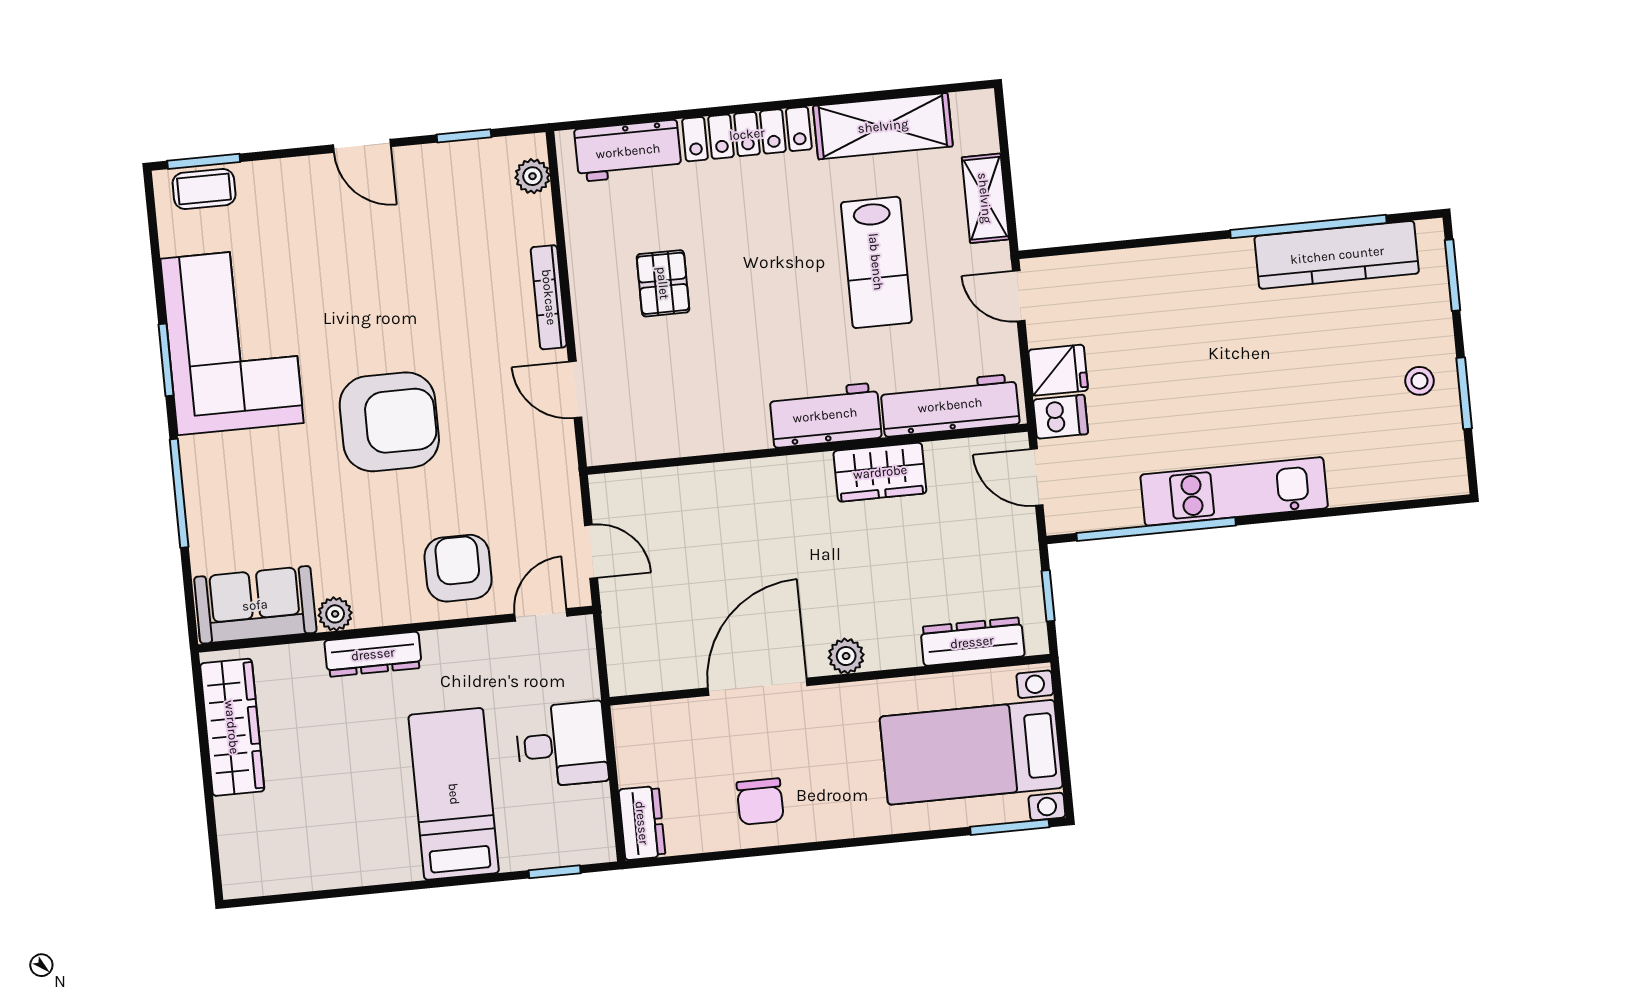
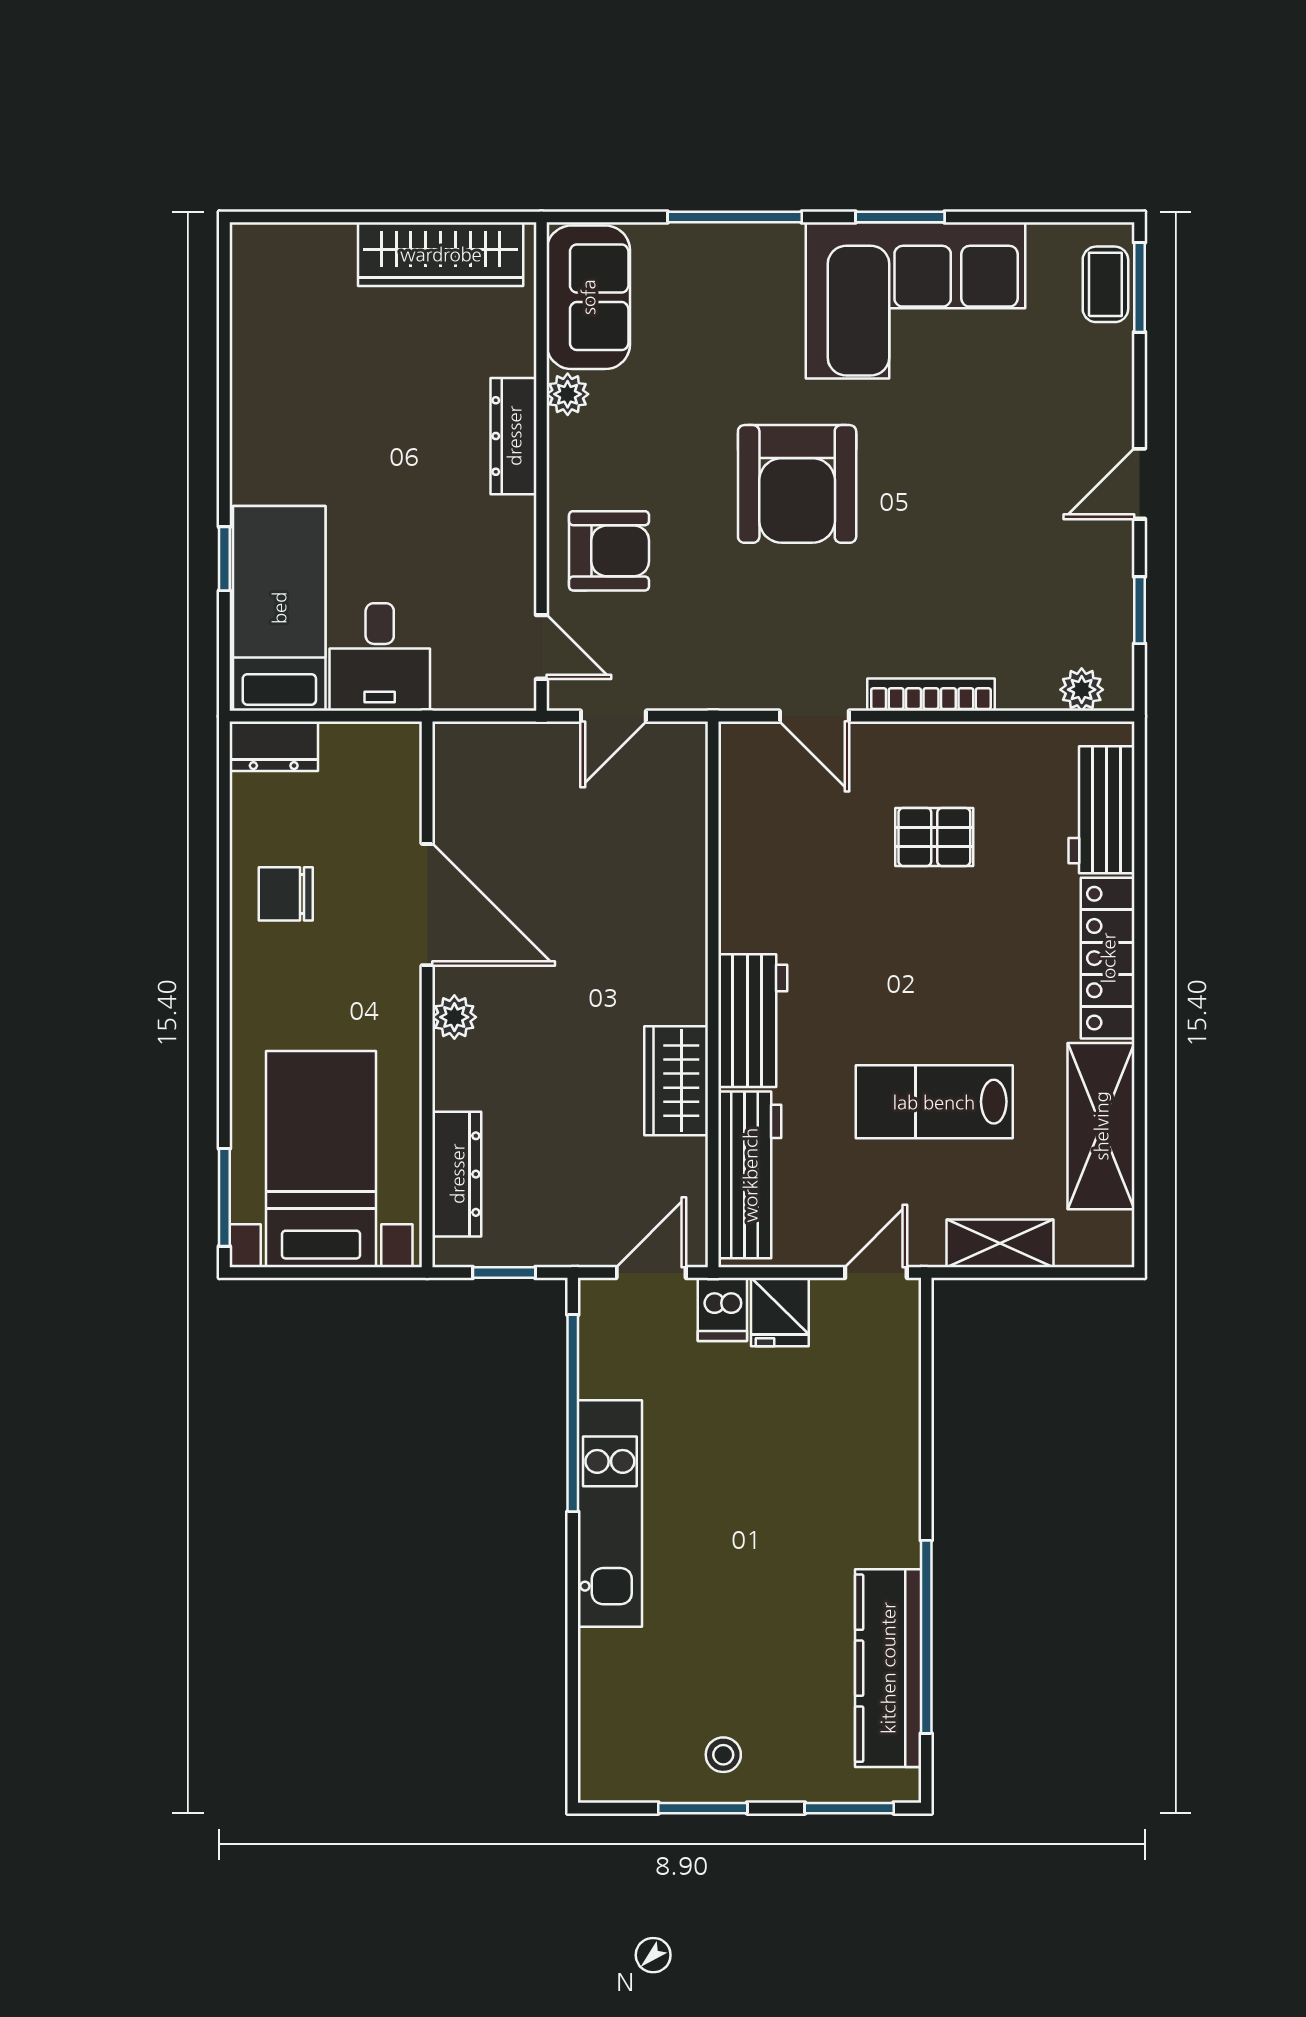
door: (575, 390) -> (814, 716), swing flipped
bed: (454, 794) -> (279, 608), moved, turned -90
window: (555, 872) -> (224, 559), moved

